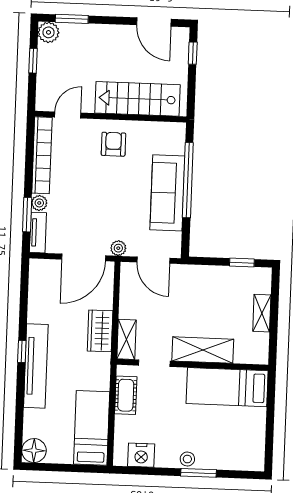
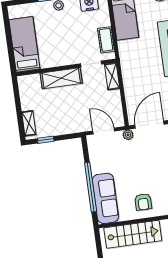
sofa: (167, 193) -> (105, 198), moved
shelving: (262, 313) -> (29, 123), moved
wardrobe: (100, 331) -> (130, 79), removed
bed: (227, 387) -> (24, 44), moved, turned -90

